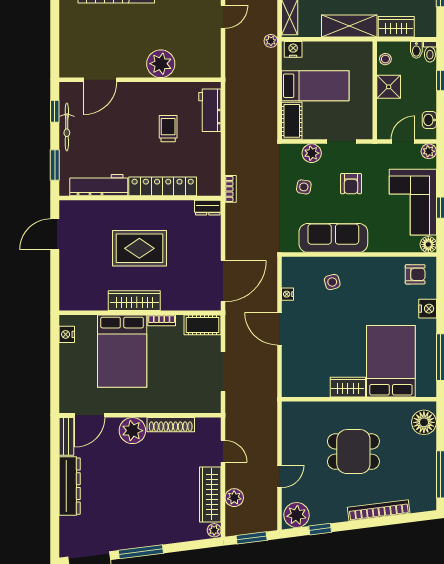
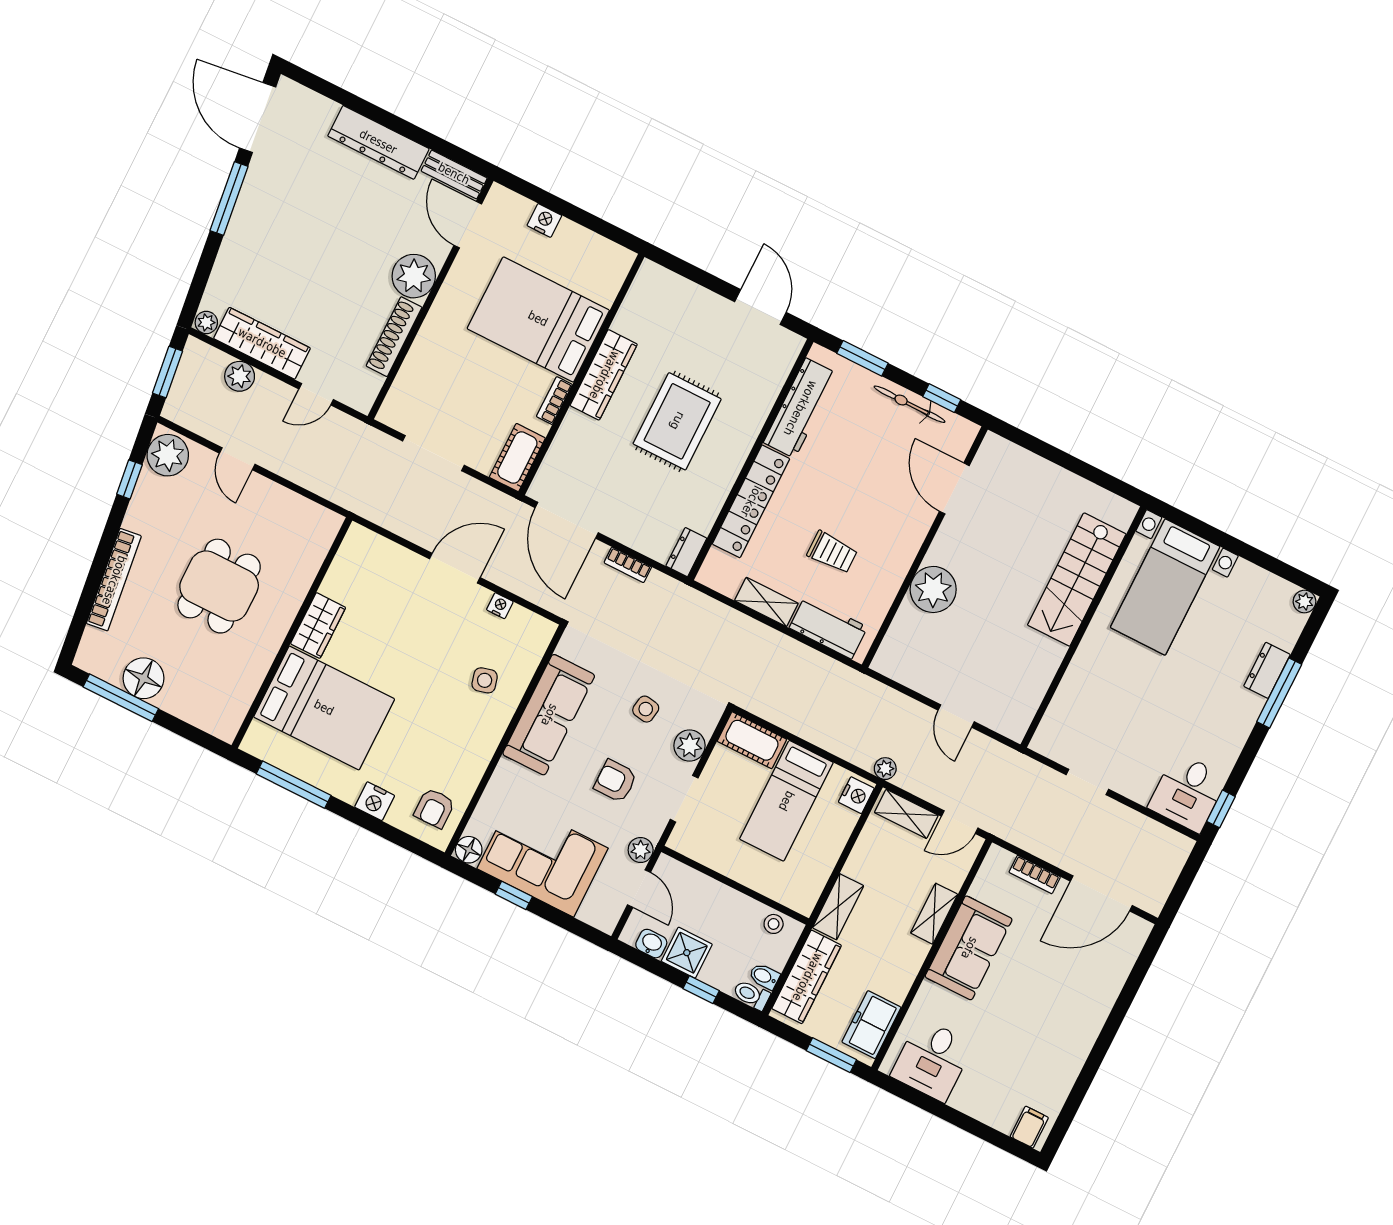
shelving: (349, 26) -> (838, 907), width x0.67, depth x0.75
wardrobe: (396, 27) -> (807, 977), width x1.50
shower: (389, 87) -> (687, 953), moved
shelving: (213, 151) -> (766, 602), added
plant: (429, 151) -> (641, 850), moved
bookcase: (231, 189) -> (628, 565), moved
nightstand: (67, 334) -> (544, 220), moved
floor lamp: (424, 422) -> (143, 678), moved

